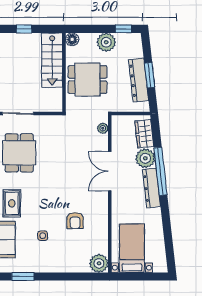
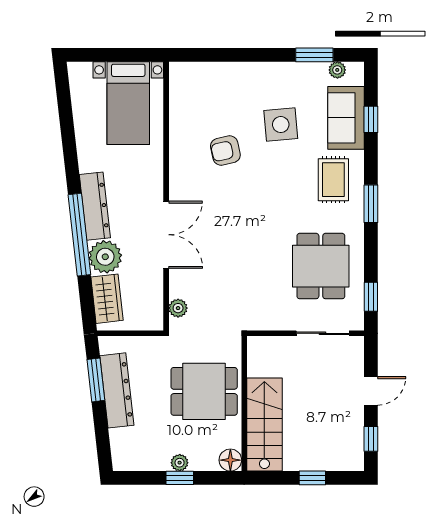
window: (124, 29) -> (180, 478), moved
plant: (106, 42) -> (180, 463), width x0.53, depth x0.53
window: (150, 75) -> (96, 380), moved
armchair: (75, 220) -> (225, 151), turned -103
side table: (43, 236) -> (281, 125), width x1.87, depth x1.87
plant: (99, 263) -> (337, 70), moved, width x0.53, depth x0.53

